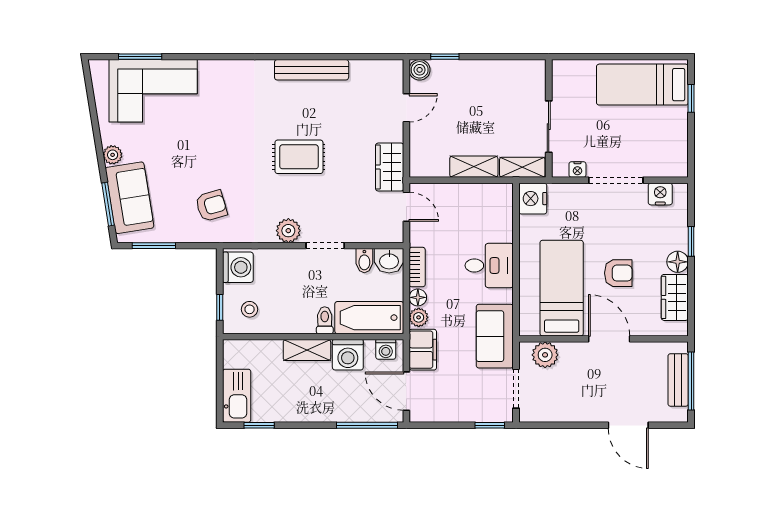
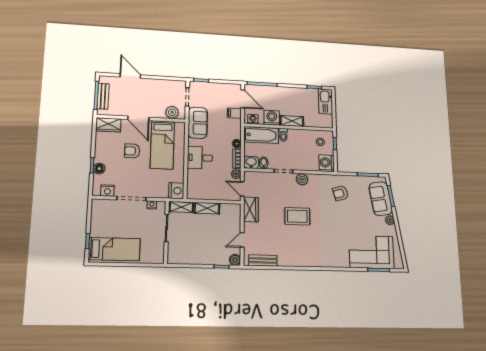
bench: (312, 70) -> (263, 261), moved, width x0.73
floor lamp: (678, 262) -> (99, 169), moved
wardrobe: (675, 297) -> (108, 125), moved, turned 90
plant: (419, 317) -> (236, 174), moved
filing cabinet: (423, 350) -> (234, 113), width x0.50

